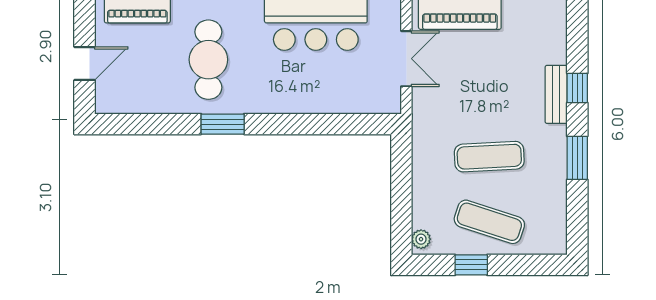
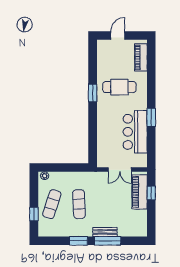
door: (85, 63) -> (118, 35), swing flipped
window: (577, 88) -> (108, 241), width x2.17
window: (471, 265) -> (34, 214), moved

